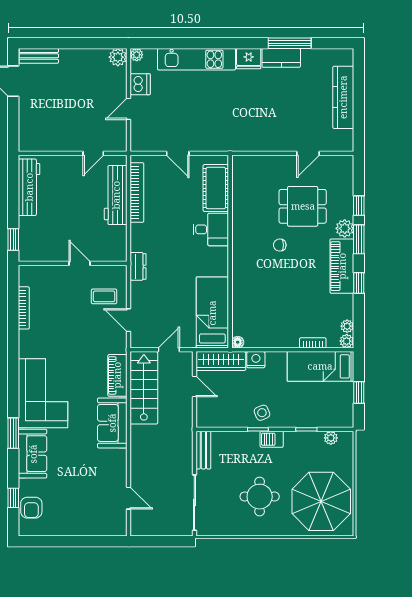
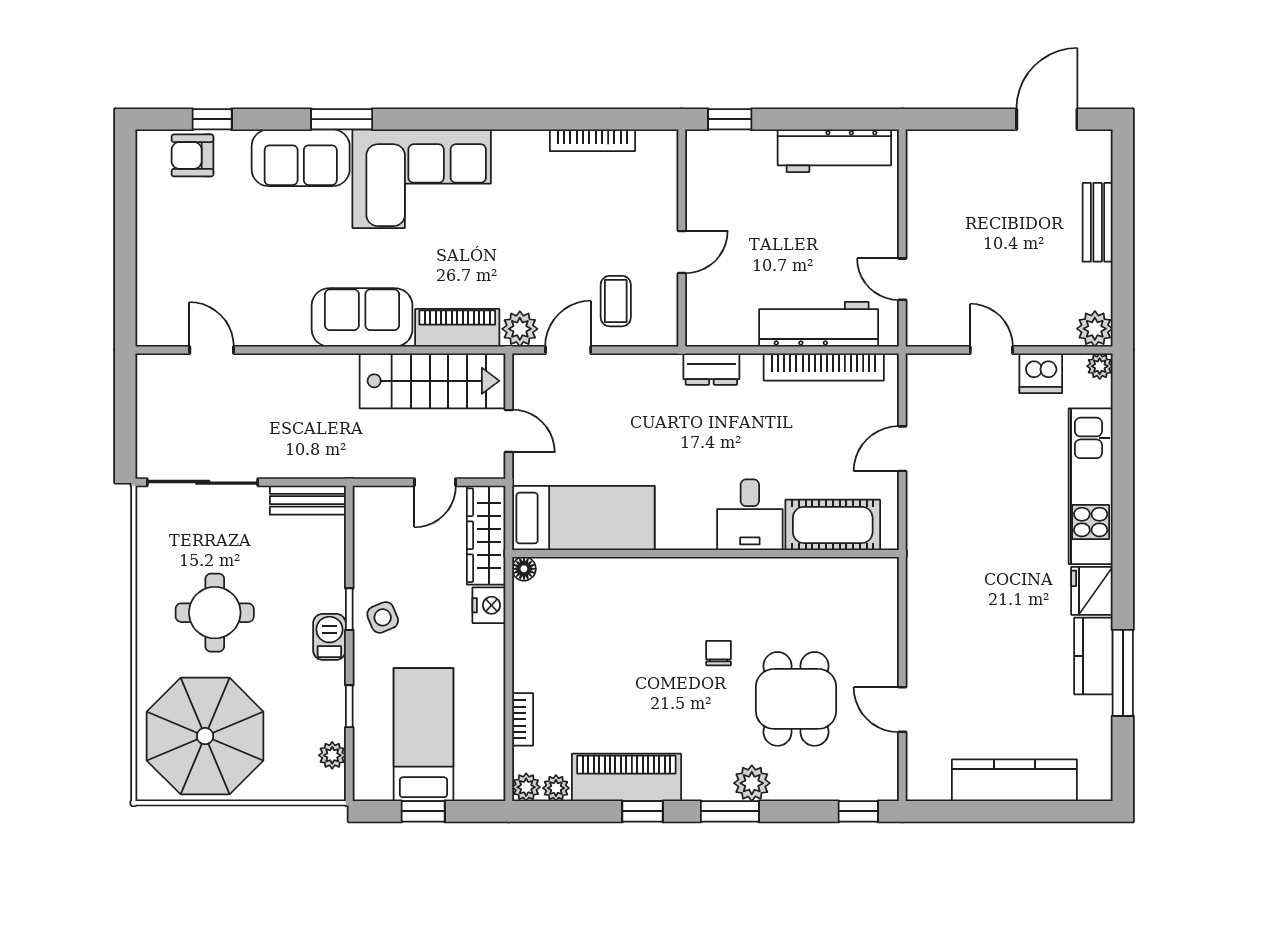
bench: (39, 56) -> (1098, 222), moved
window: (359, 206) -> (858, 811), moved
dresser: (138, 266) -> (711, 369), moved
piano: (342, 266) -> (626, 777), moved
plant: (118, 344) -> (520, 329), added
bed: (320, 366) -> (423, 735), moved
door: (128, 498) -> (212, 350), swing flipped

